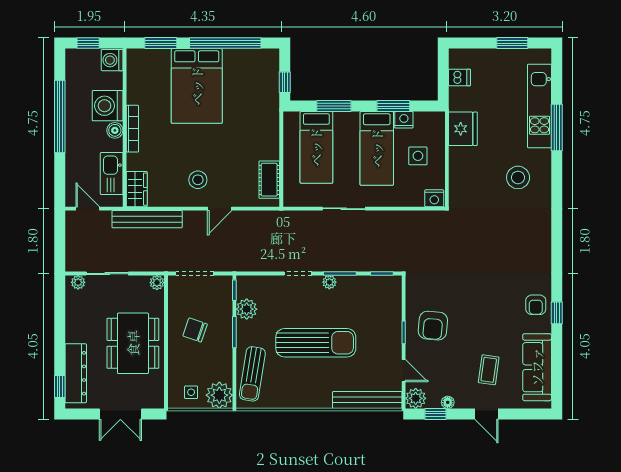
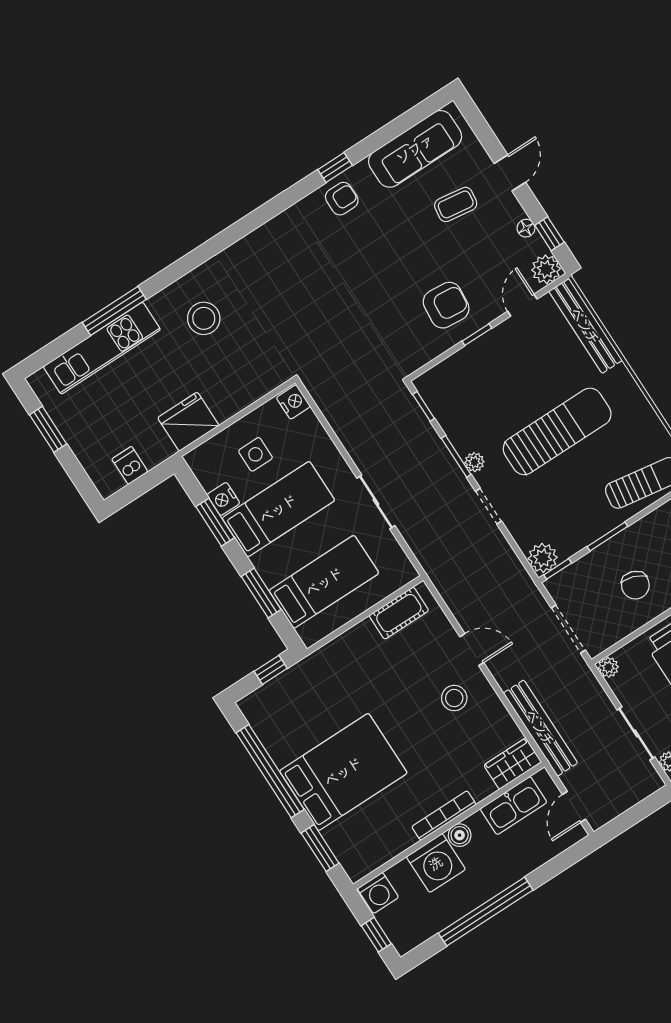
plant: (247, 309) -> (543, 558), moved
sun lounger: (316, 343) -> (557, 431), turned 90

